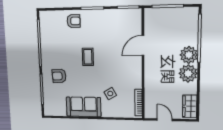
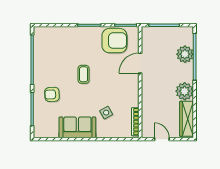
armchair: (74, 21) -> (114, 41), moved, width x1.88, depth x1.88
plant: (189, 55) -> (185, 54), moved
wardrobe: (190, 106) -> (187, 119), width x1.50

